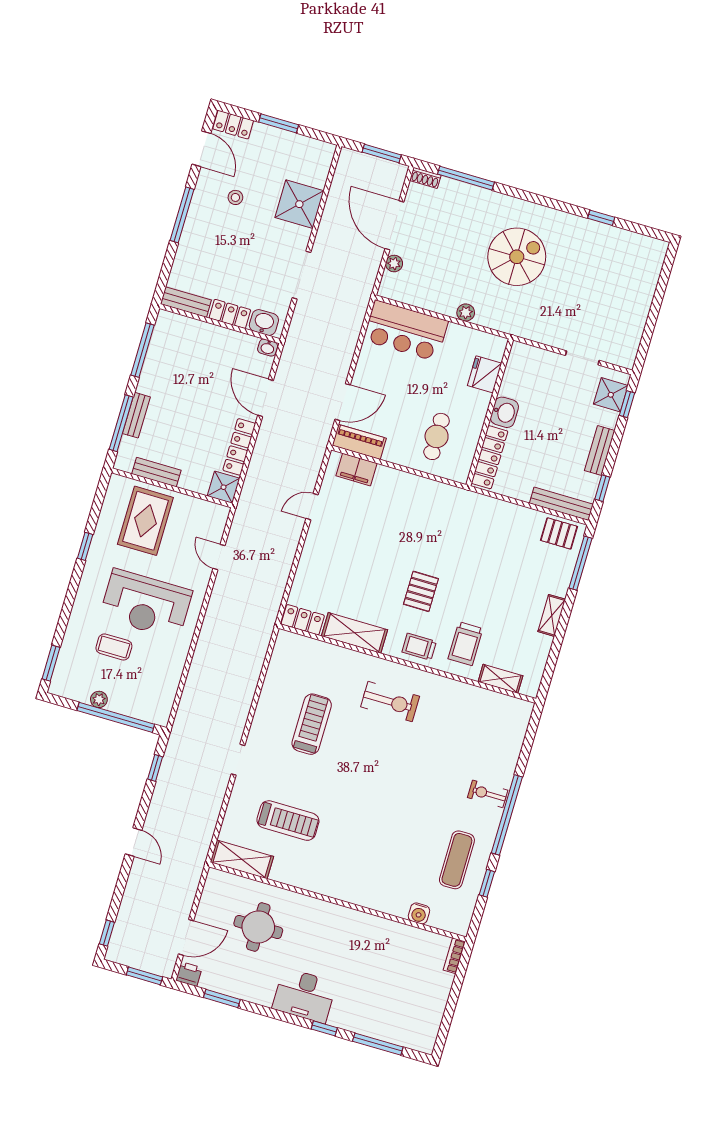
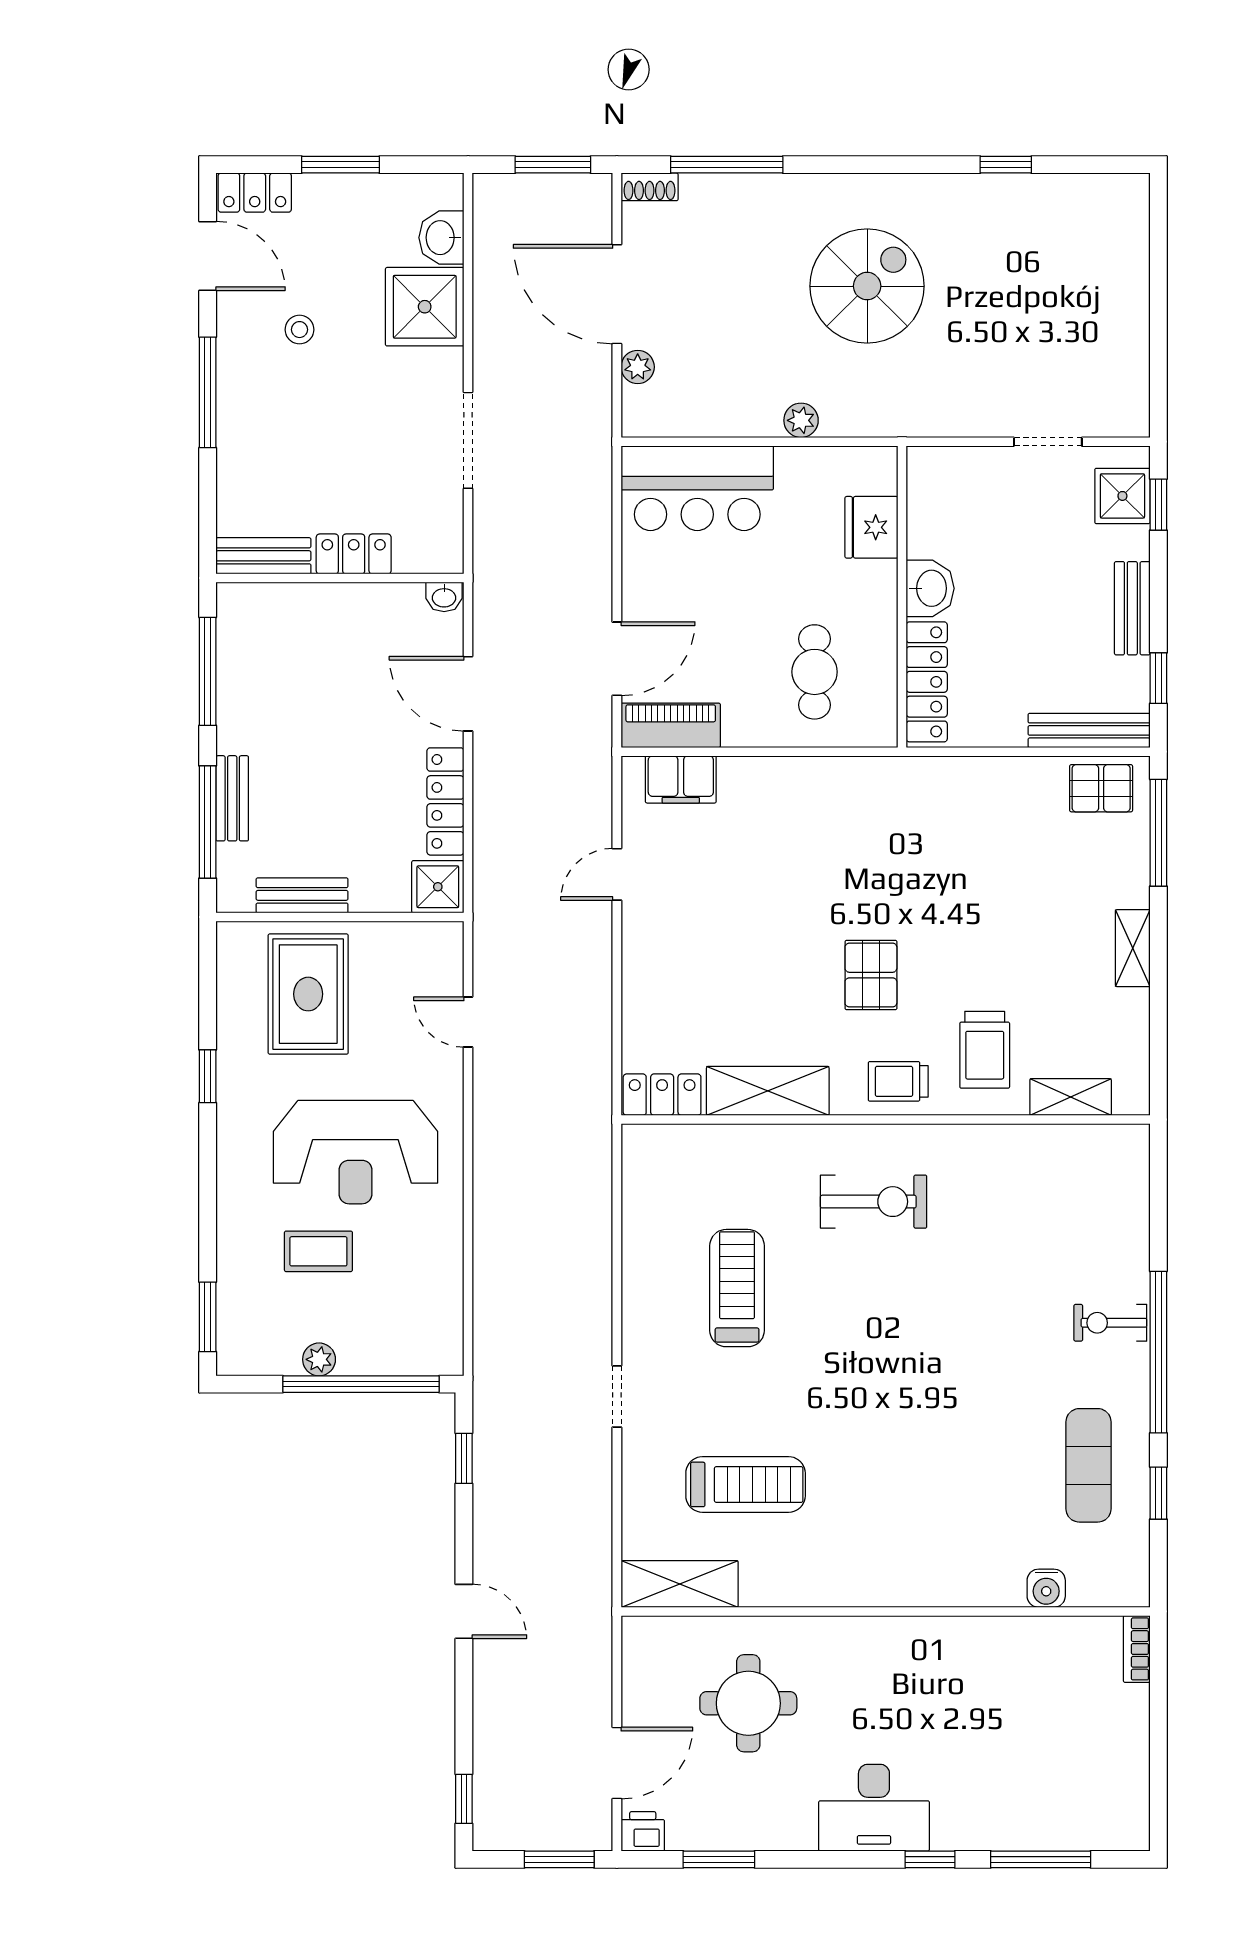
washbasin: (264, 323) -> (441, 238), moved, turned -90

